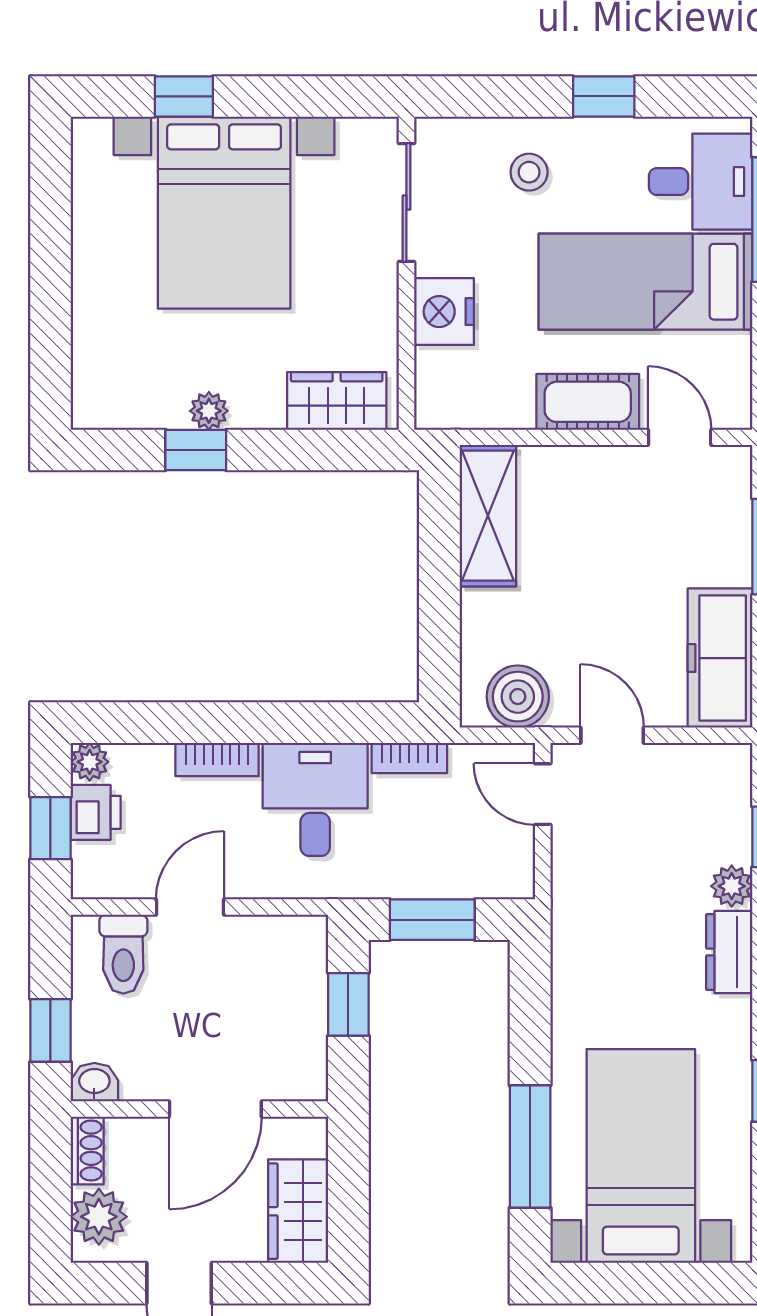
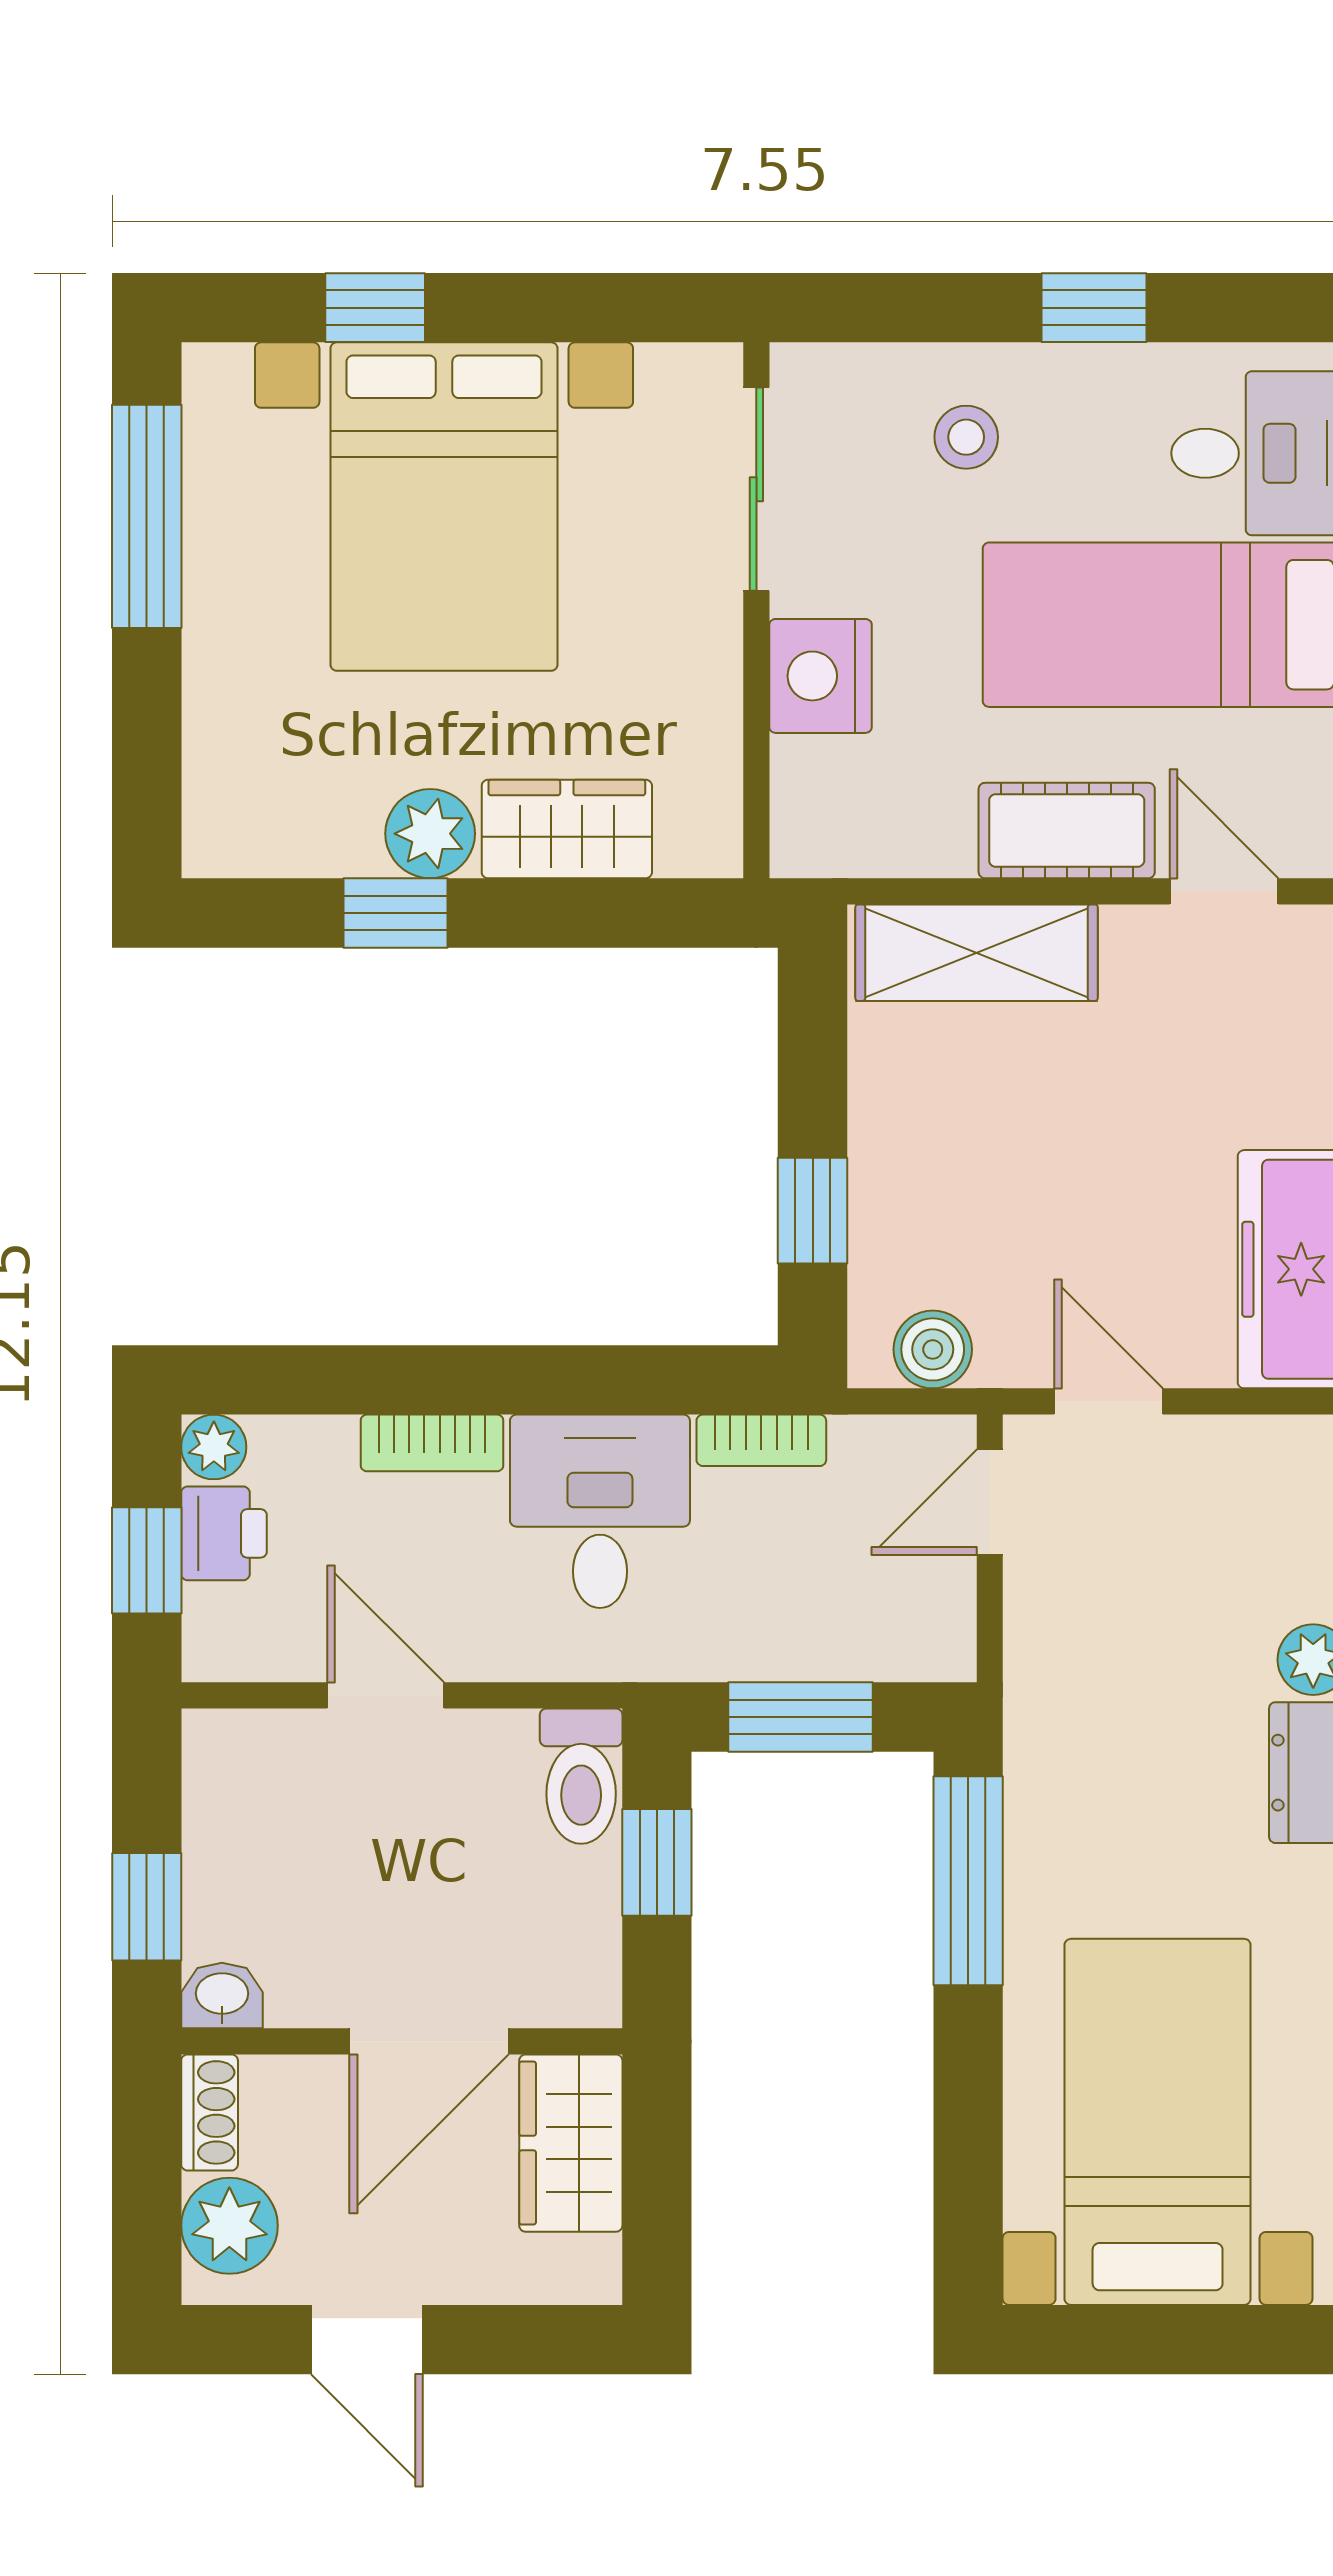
window: (50, 218) -> (147, 516), added
wardrobe: (337, 401) -> (567, 829), moved
plant: (209, 411) -> (430, 834), width x1.38, depth x1.38
shelving: (488, 516) -> (977, 953), moved, turned 90
window: (439, 624) -> (813, 1211), added
boiler: (518, 697) -> (933, 1349), width x0.73, depth x0.73
door: (543, 794) -> (990, 1502), hinge flipped
door: (190, 907) -> (386, 1695), hinge flipped
toilet: (123, 954) -> (581, 1776), moved
window: (530, 1147) -> (968, 1881), moved
wardrobe: (298, 1211) -> (571, 2143), moved

